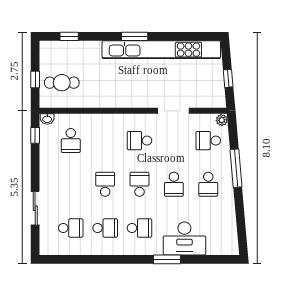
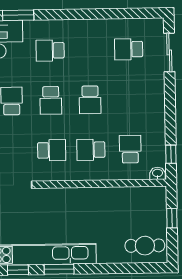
window: (69, 36) -> (18, 270), moved
cafe table: (62, 83) -> (145, 246), moved
sliding door: (35, 208) -> (169, 52), moved
school desk: (105, 228) -> (91, 150), moved

